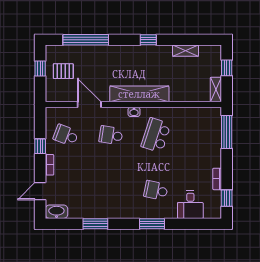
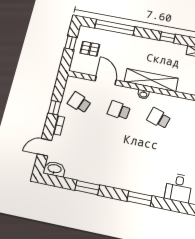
school desk: (156, 135) -> (159, 118), width x0.54
school desk: (156, 190) -> (149, 168), removed

